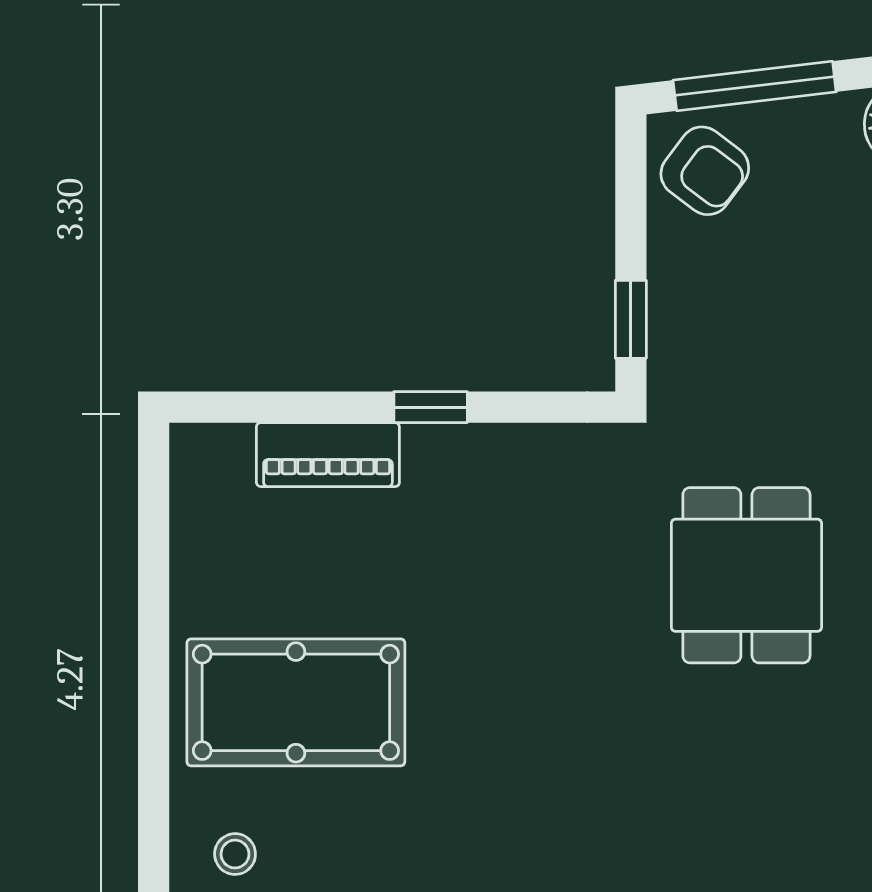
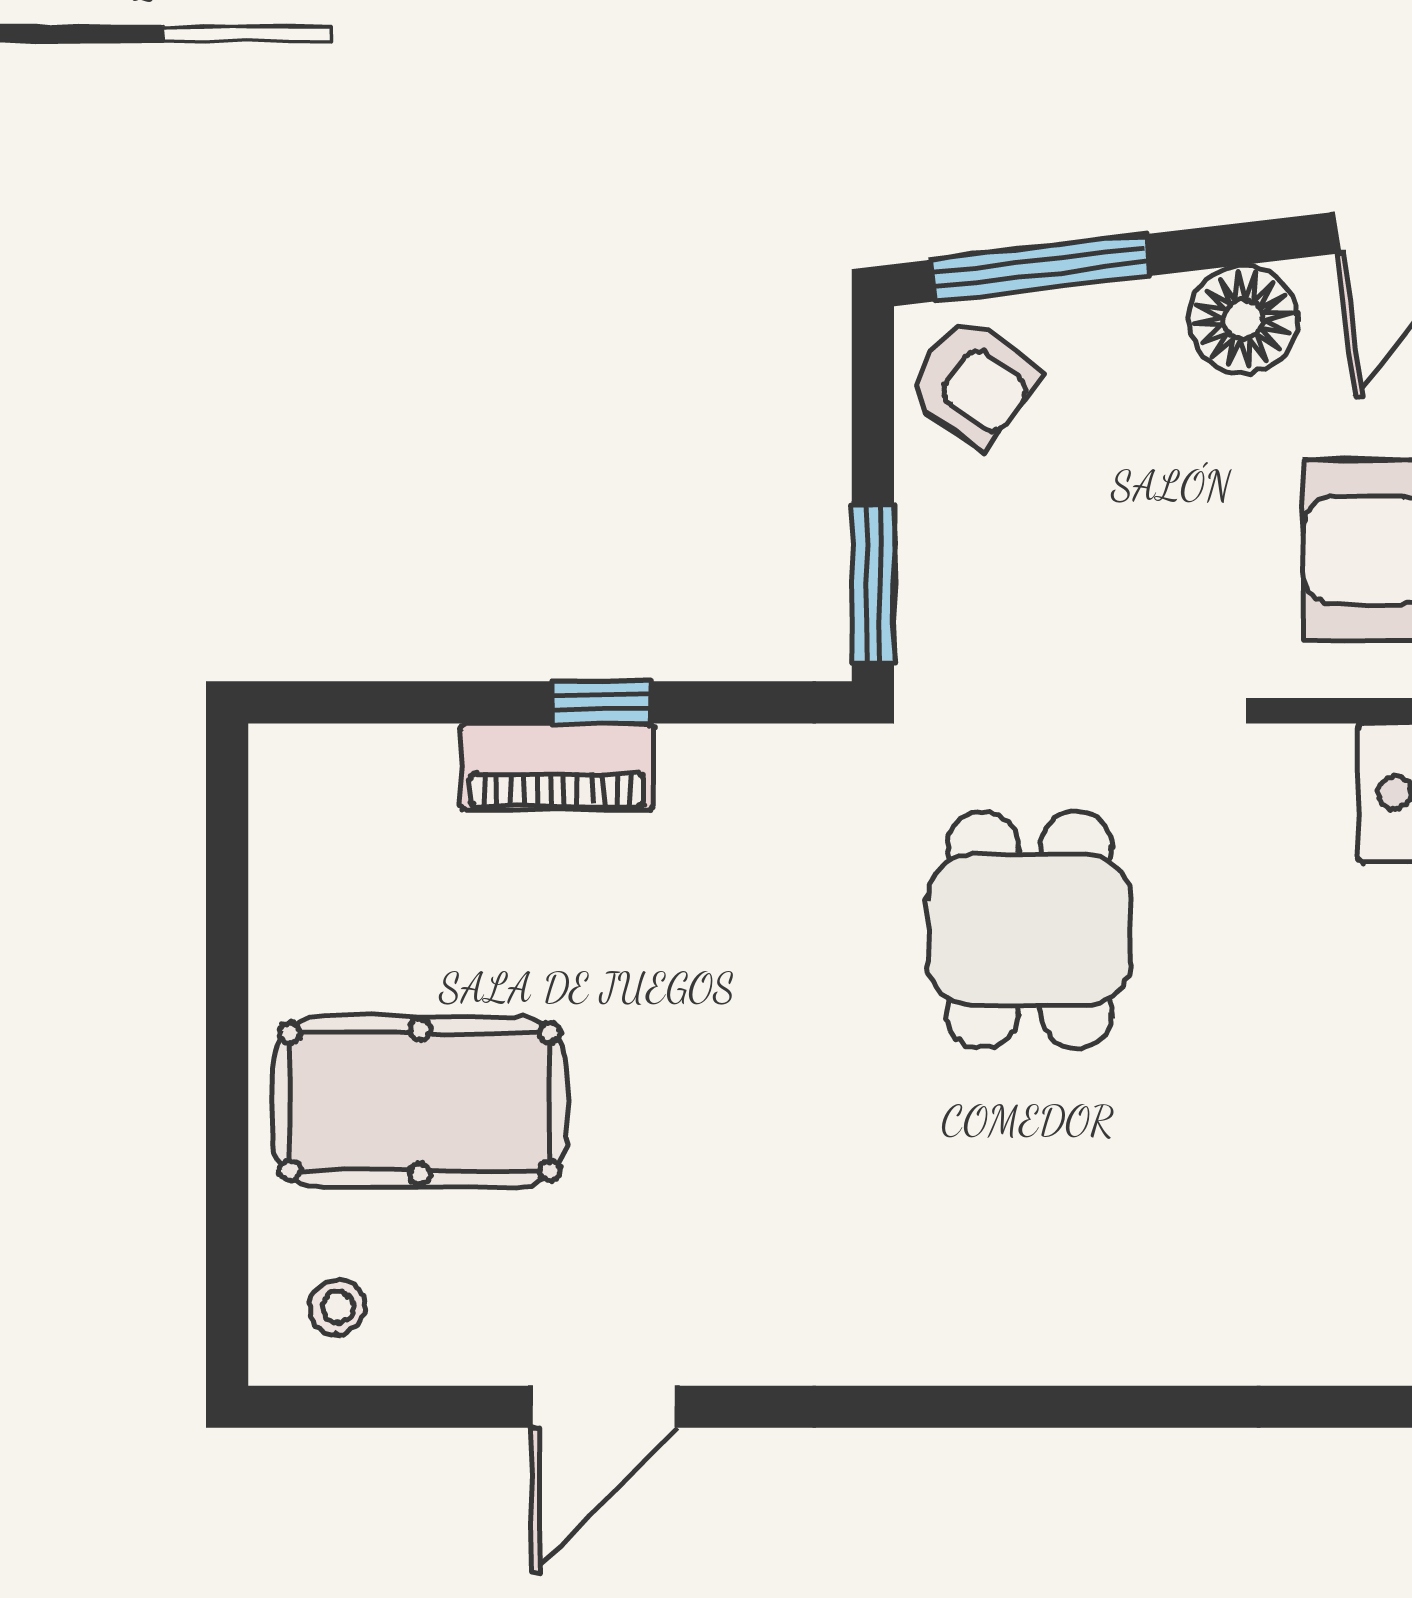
window: (631, 319) -> (873, 583), width x1.50
piano: (328, 455) -> (557, 767), moved

